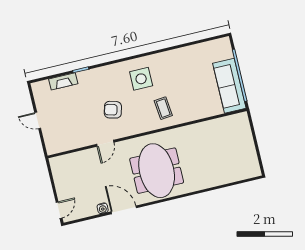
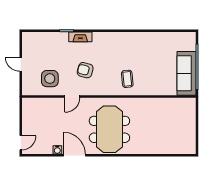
side table: (141, 79) -> (50, 79), moved
fireplace: (63, 81) -> (80, 37), moved

